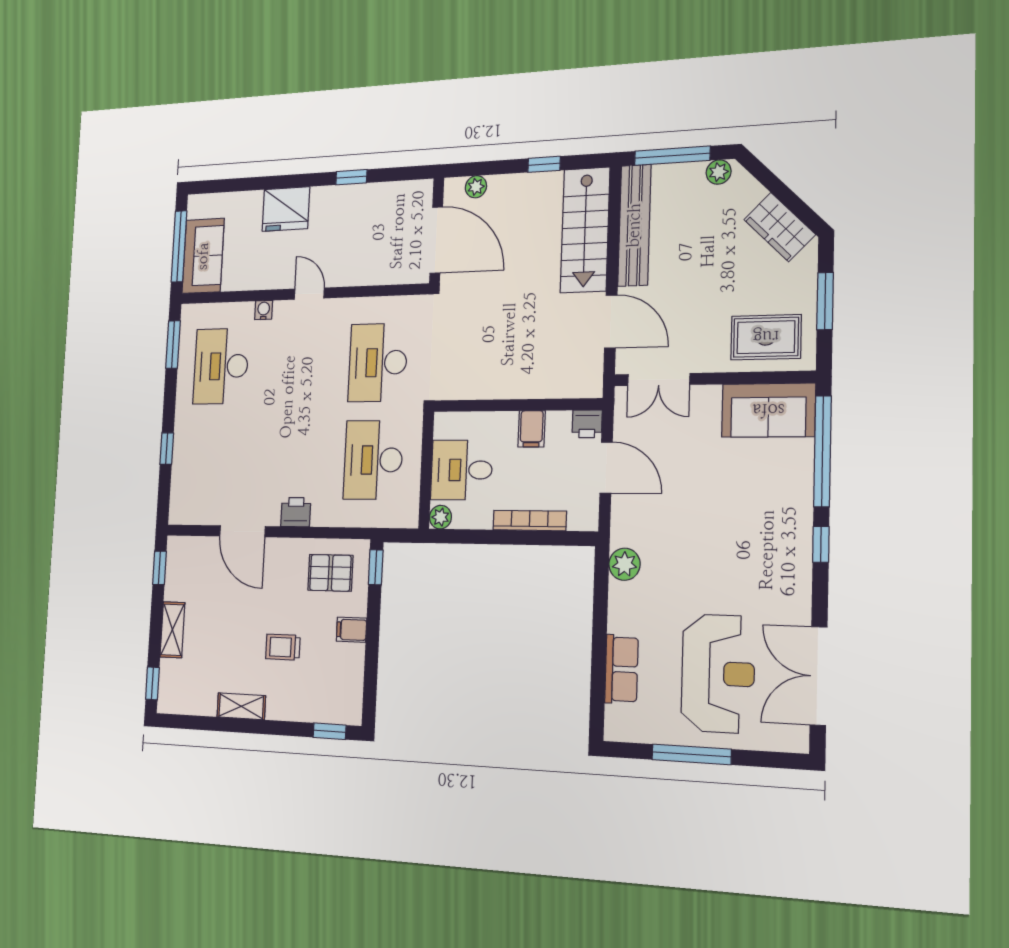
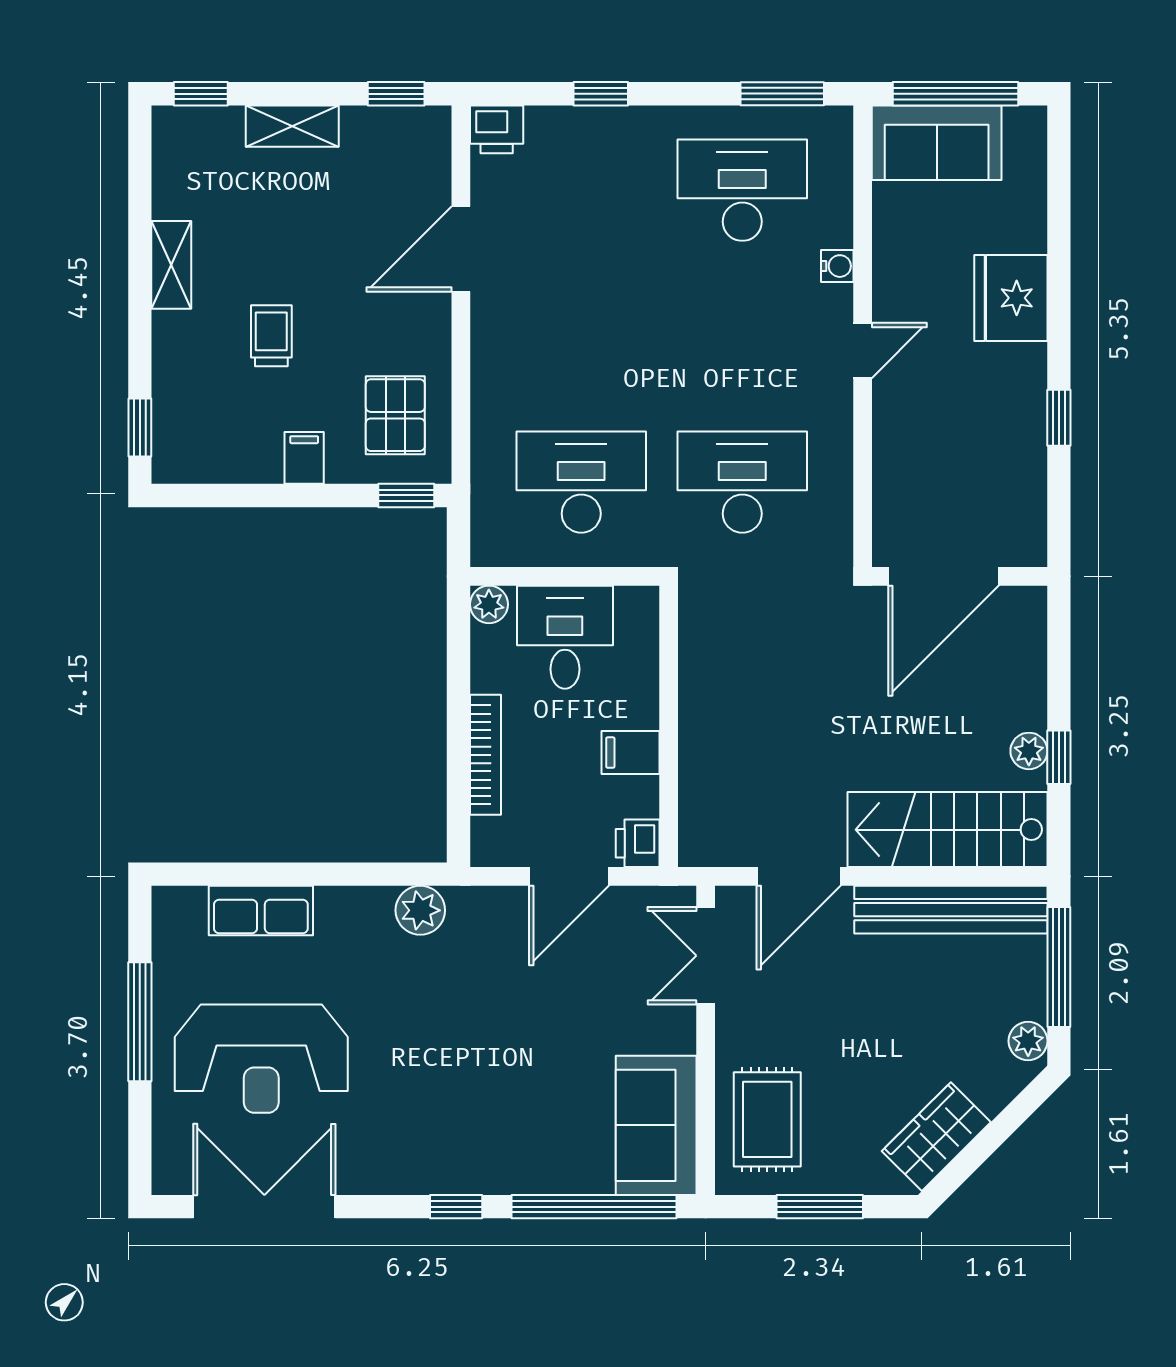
plant: (476, 187) -> (1029, 751), moved
printer: (296, 512) -> (497, 129), moved, turned 90

